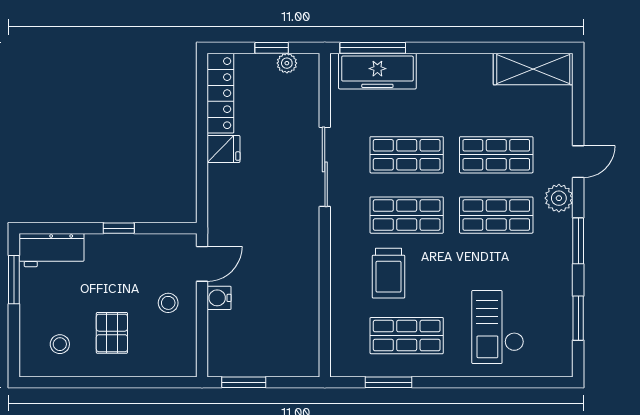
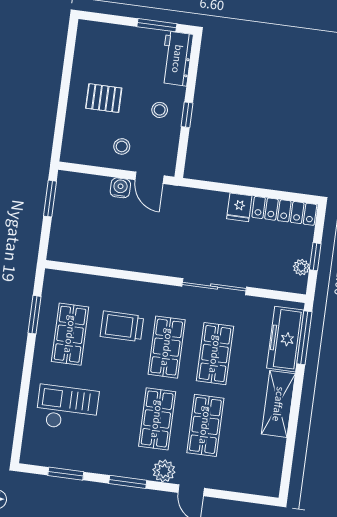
shelving: (533, 69) -> (278, 404), moved
stool: (60, 344) -> (160, 110), moved

